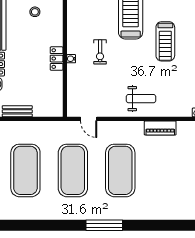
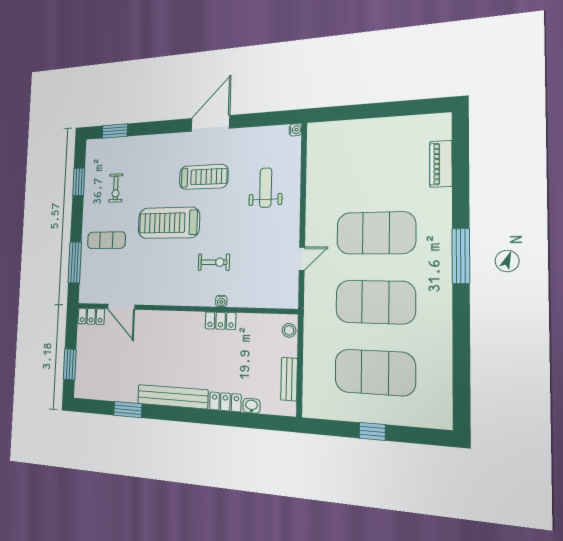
stool: (35, 12) -> (289, 330), moved
weight bench: (141, 99) -> (266, 188), moved
door: (89, 119) -> (302, 259), moved
piano: (160, 128) -> (441, 164), moved, turned 180

